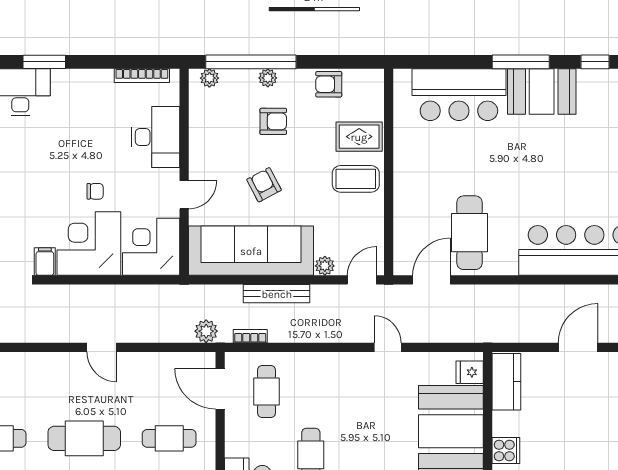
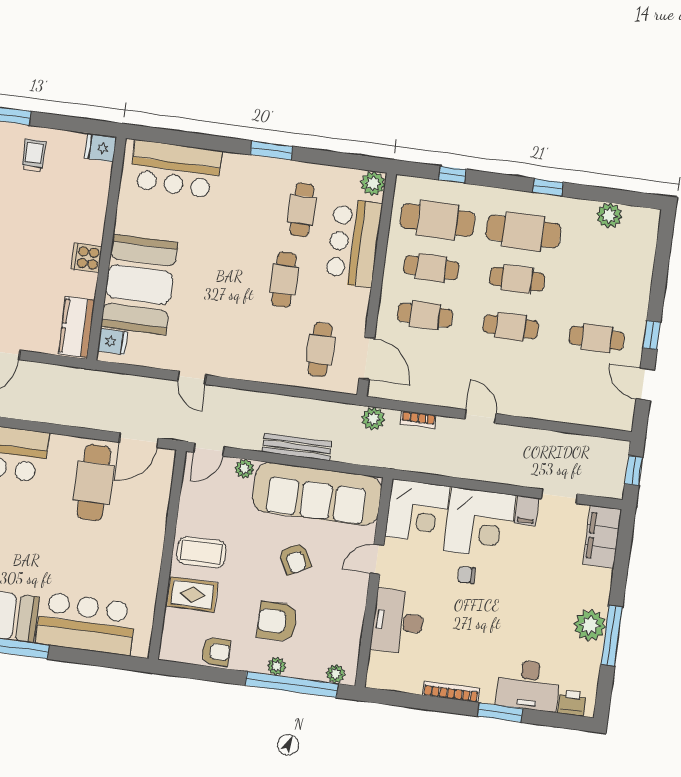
bookcase: (142, 76) -> (451, 692), moved
armchair: (273, 121) -> (277, 621), width x1.38, depth x1.38
bookcase: (250, 336) -> (418, 420), moved
cafe table: (84, 438) -> (511, 327), width x0.73, depth x0.74

